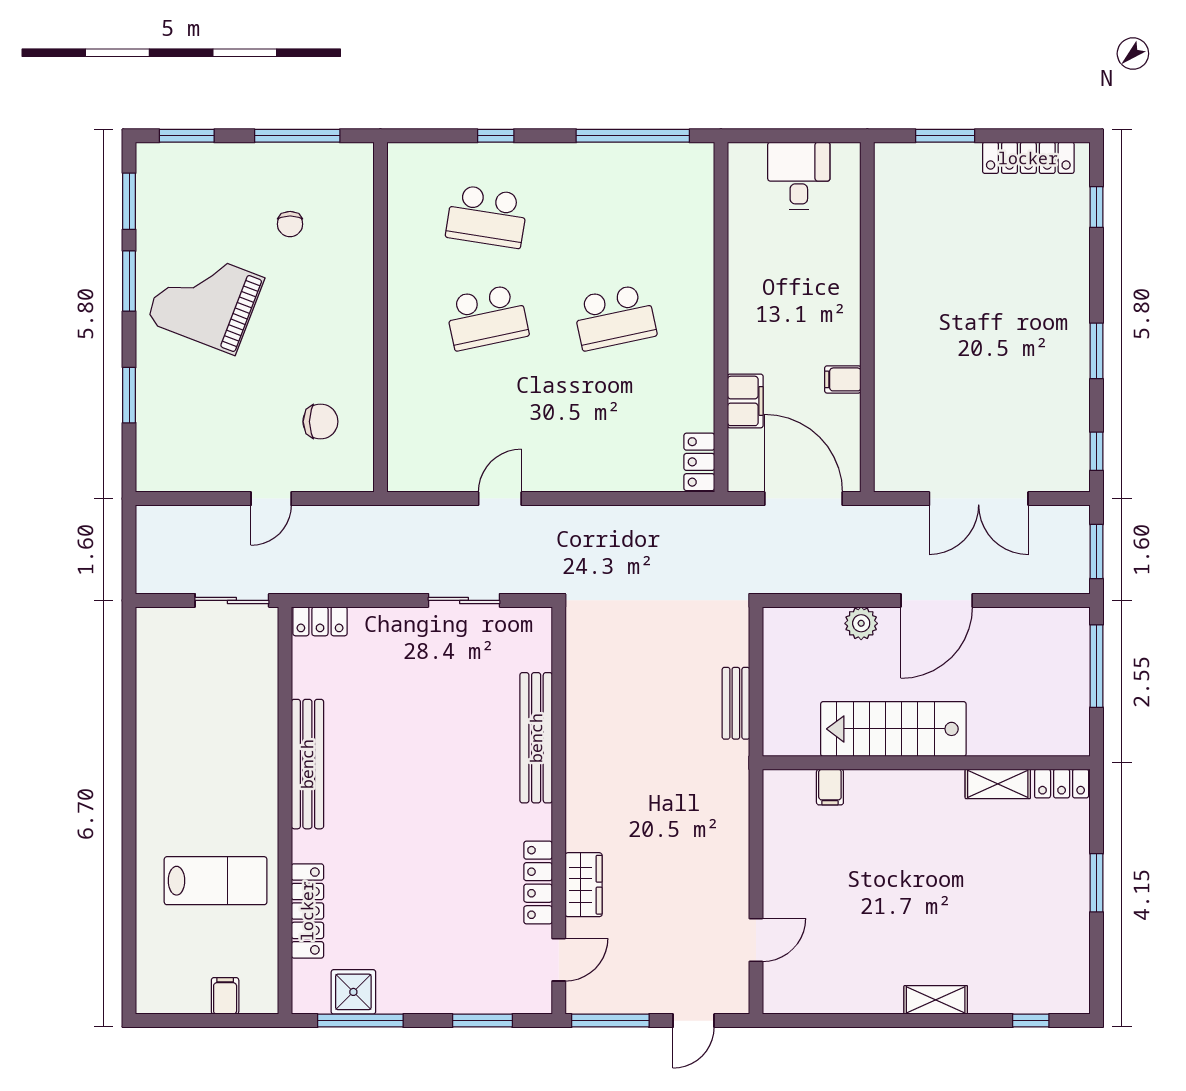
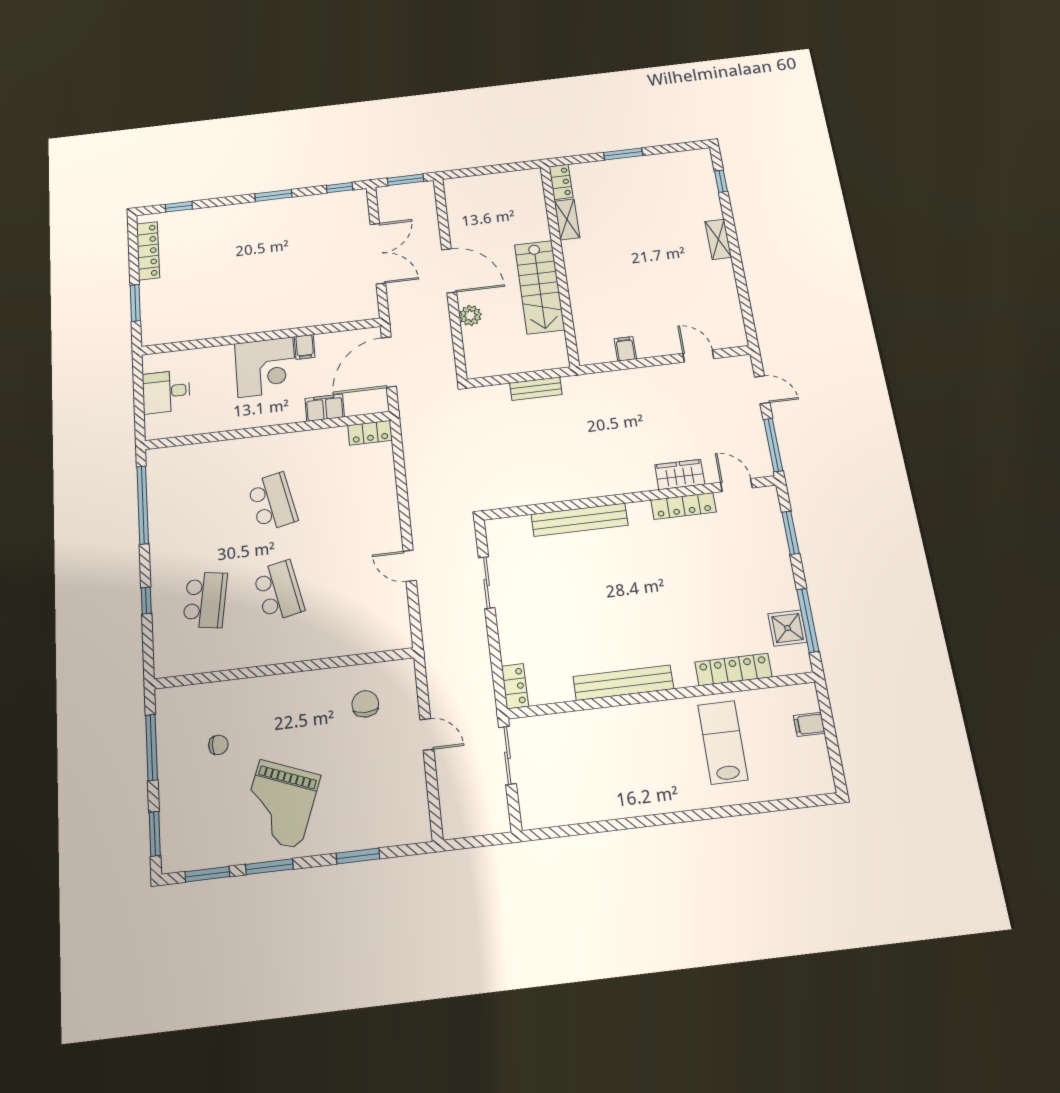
corner desk: (819, 321) -> (266, 367), added
window: (1096, 666) -> (481, 171), removed
filing cabinet: (830, 787) -> (625, 349), moved, turned -90

